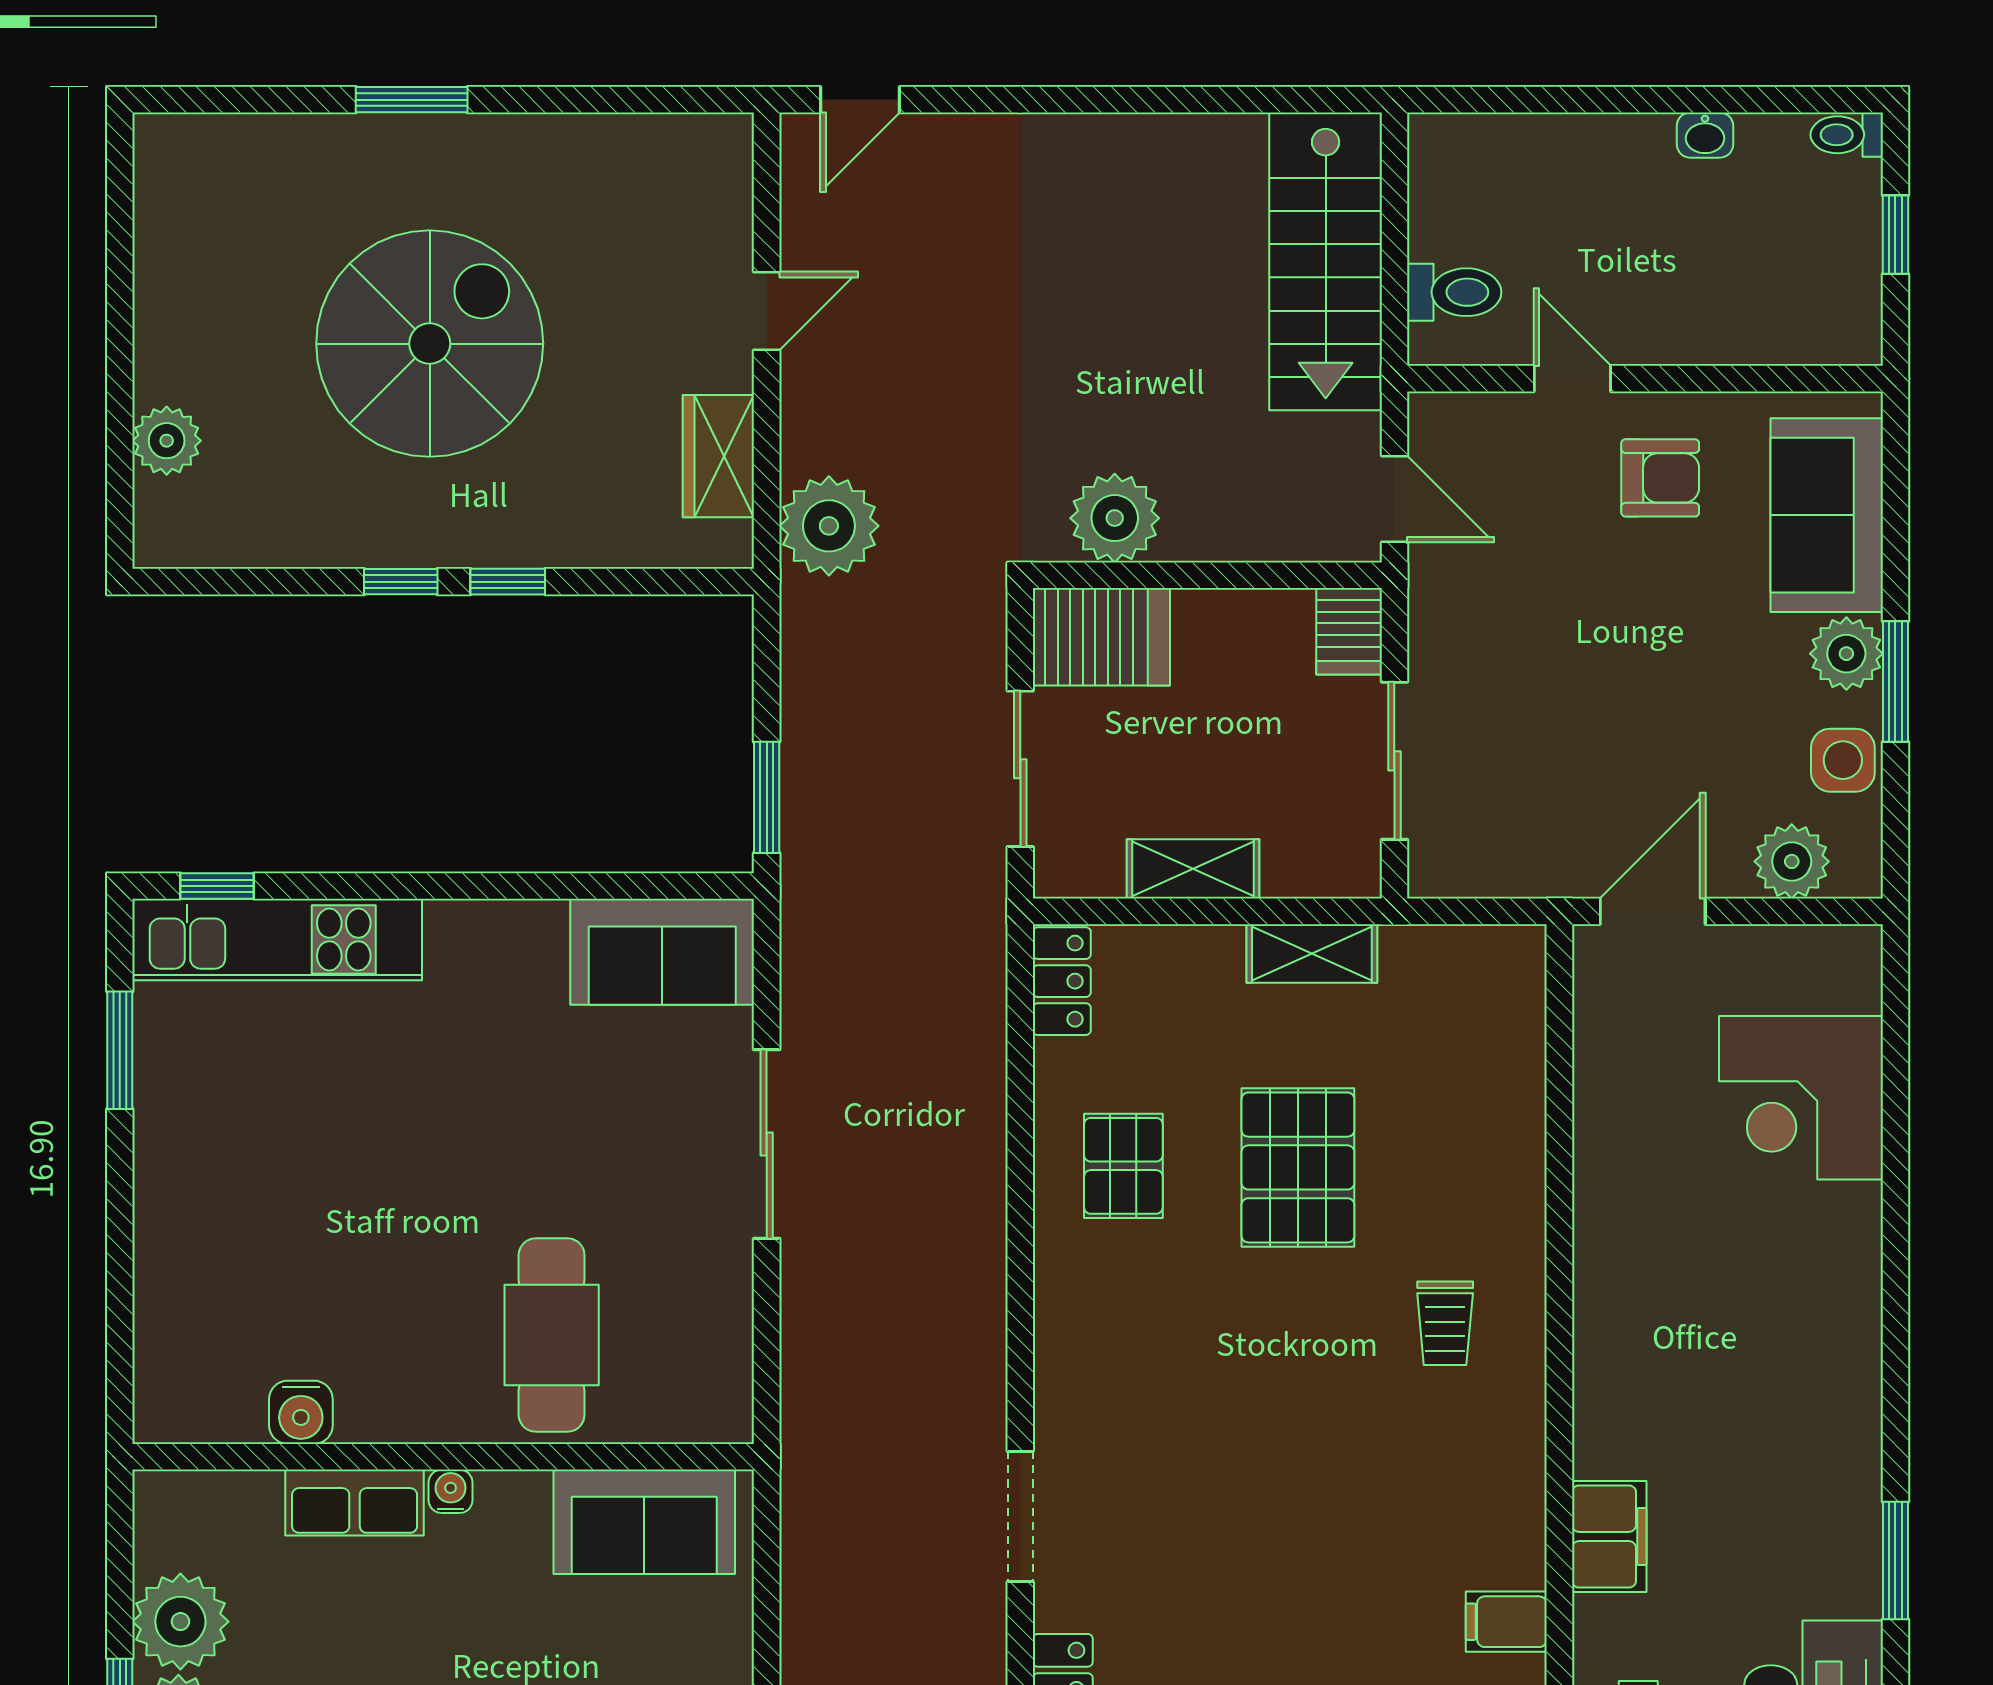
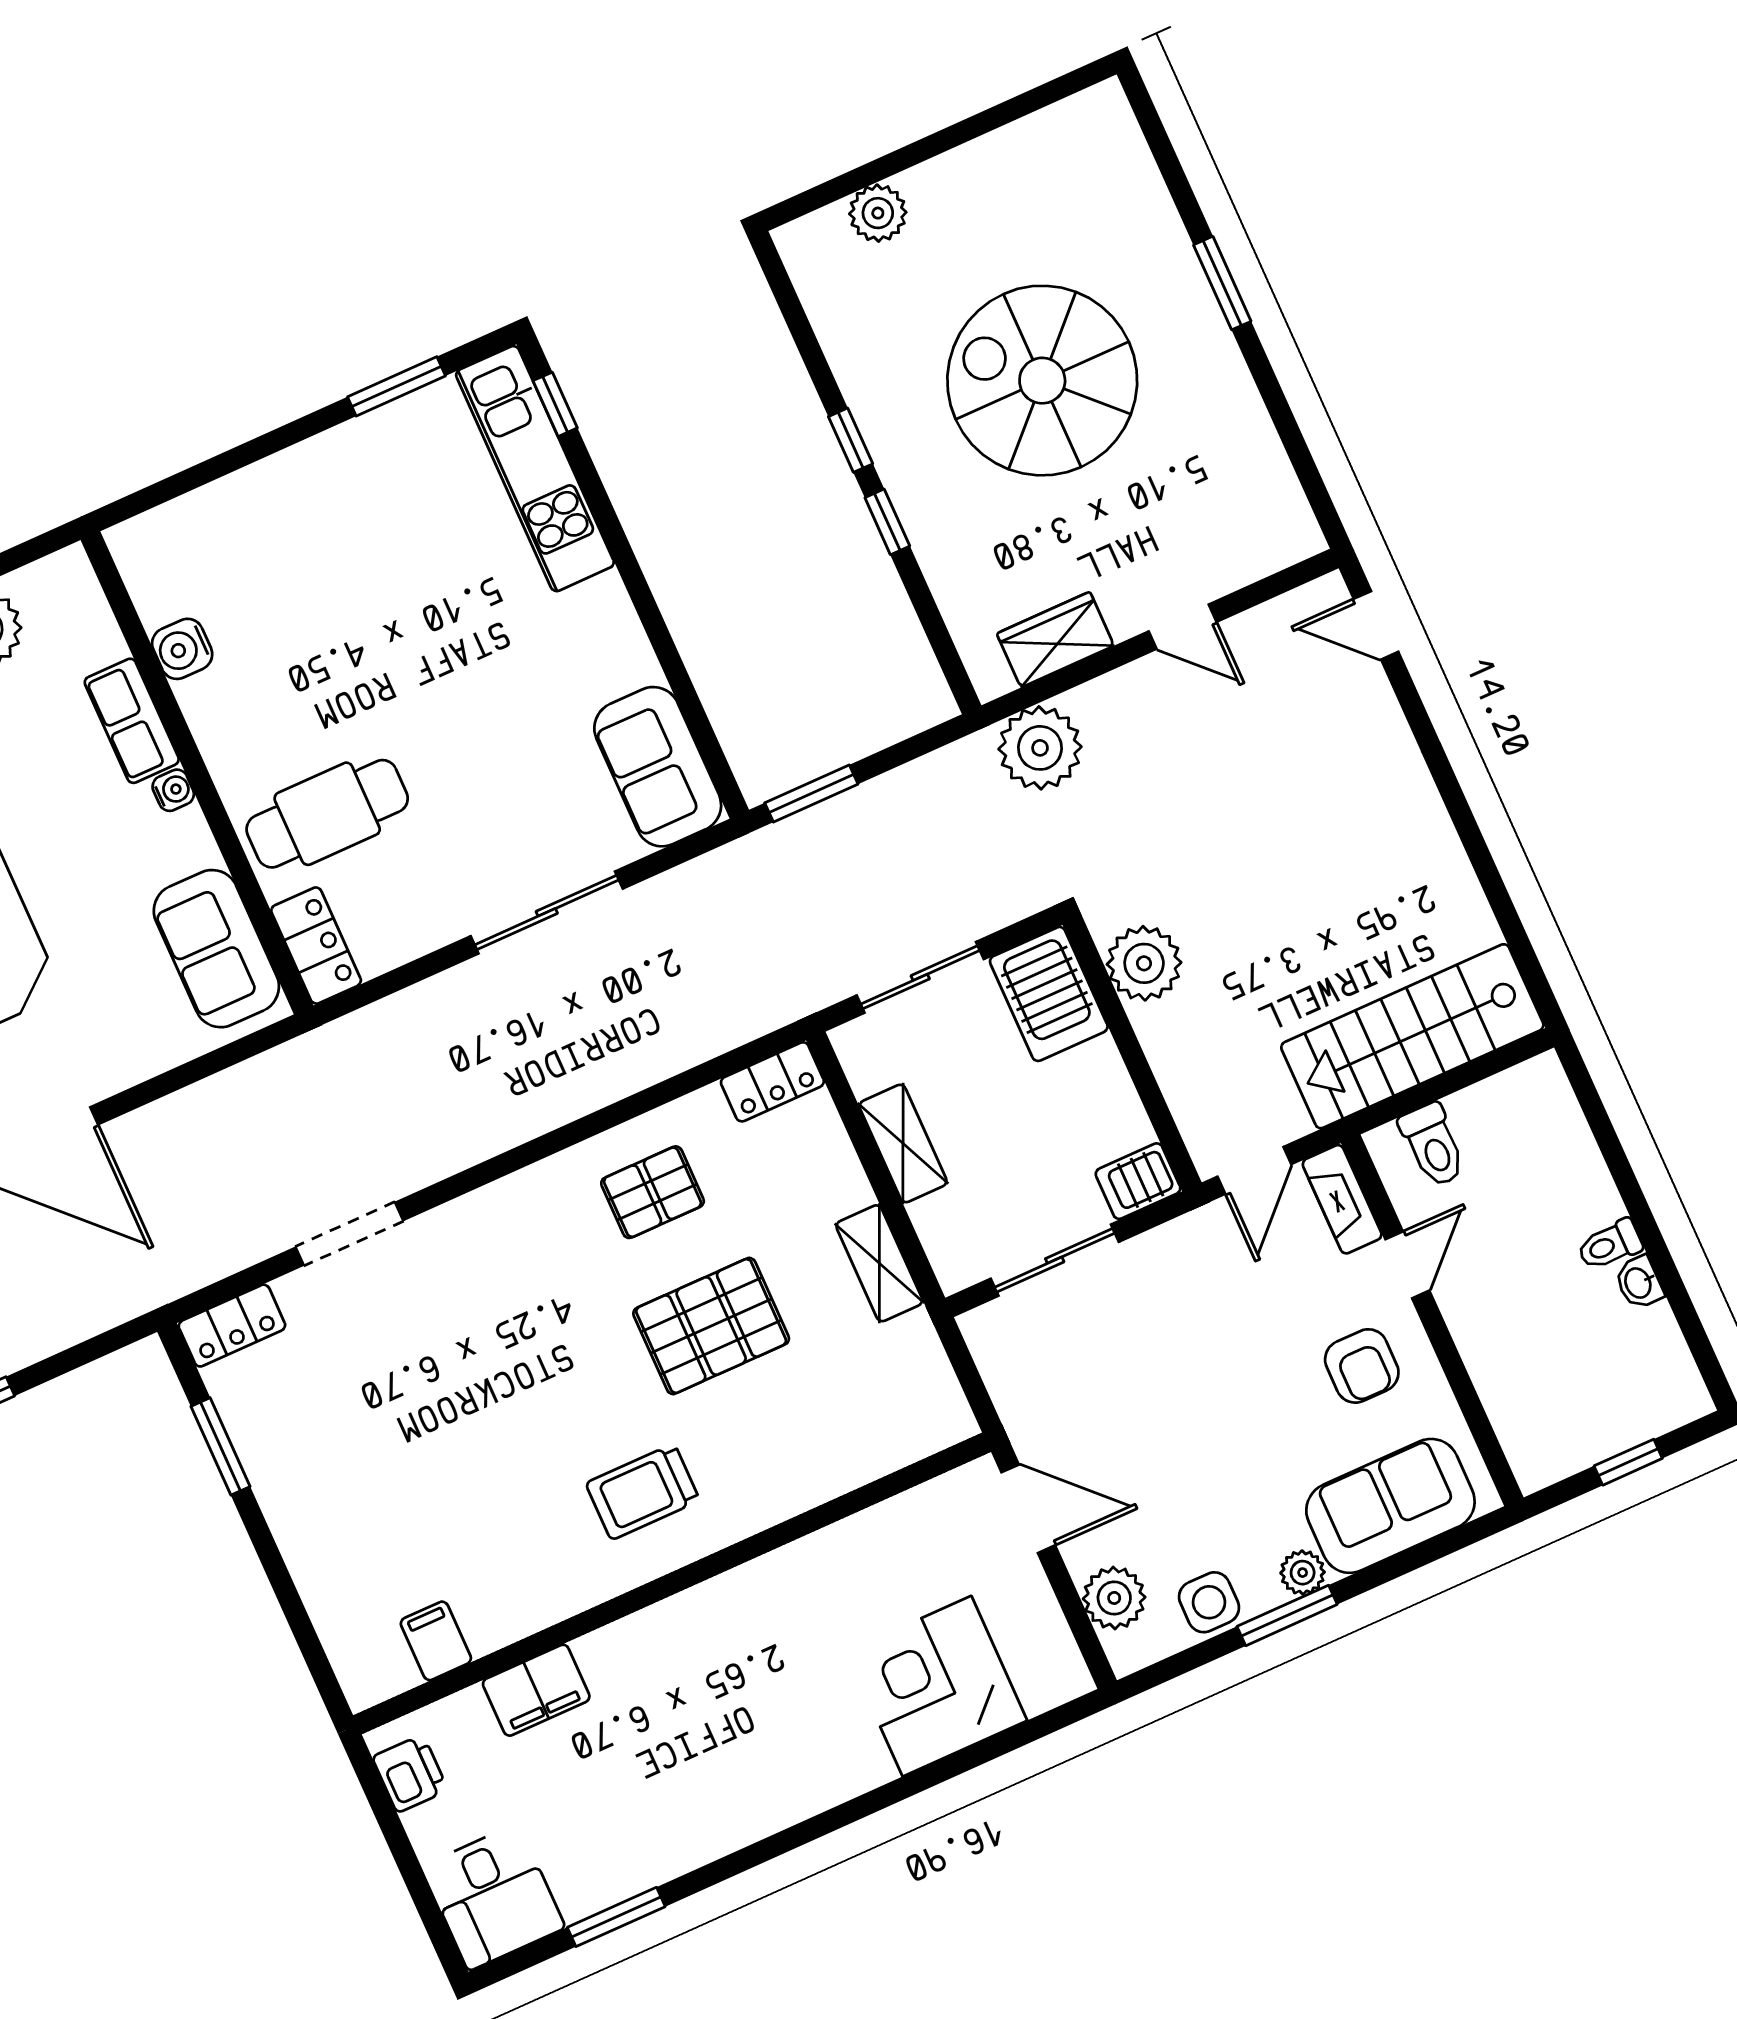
toilet: (1847, 135) -> (1610, 1245), moved, turned -90
spiral stairs: (430, 344) -> (1042, 381), turned 180
fireplace: (1469, 418) -> (1342, 1199), added
plant: (1846, 654) -> (1303, 1573), width x0.73, depth x0.73
trolley: (1445, 1323) -> (643, 1492), width x1.36, depth x1.39
locker: (690, 1412) -> (316, 946), added

